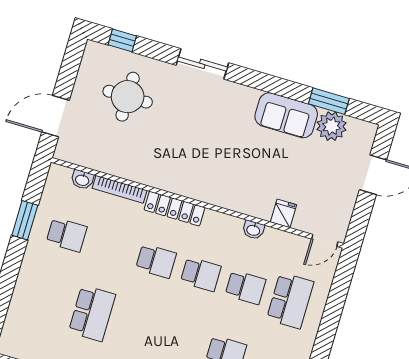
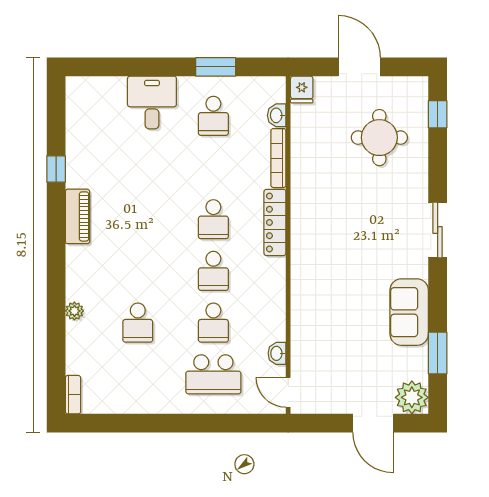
sliding door: (202, 64) -> (438, 230), moved
door: (56, 116) -> (359, 67), moved
plant: (332, 126) -> (412, 397), moved
fridge: (283, 213) -> (302, 90), moved, turned 90
washbasin: (253, 230) -> (277, 353), moved
desk: (39, 284) -> (152, 103), added
school desk: (92, 313) -> (138, 168), removed

